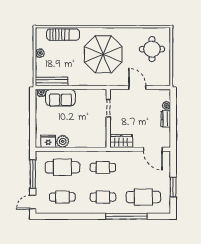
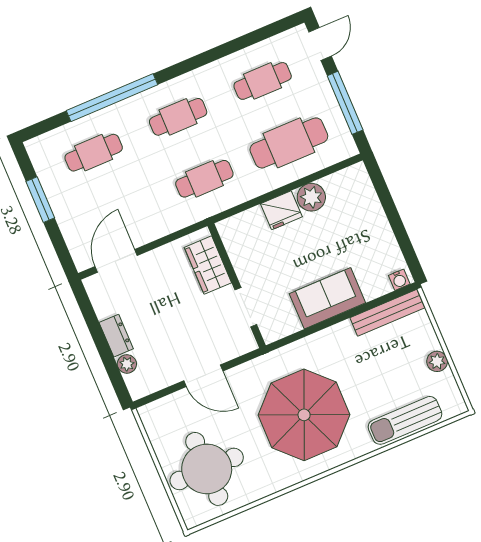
round table: (152, 49) -> (207, 469), width x1.36, depth x1.36
sofa: (60, 98) -> (327, 298), moved
fridge: (48, 141) -> (281, 210), moved
wardrobe: (121, 141) -> (208, 265), moved, turned 90
door: (153, 149) -> (116, 261), hinge flipped
cafe table: (143, 197) -> (94, 153), width x0.73, depth x0.74

